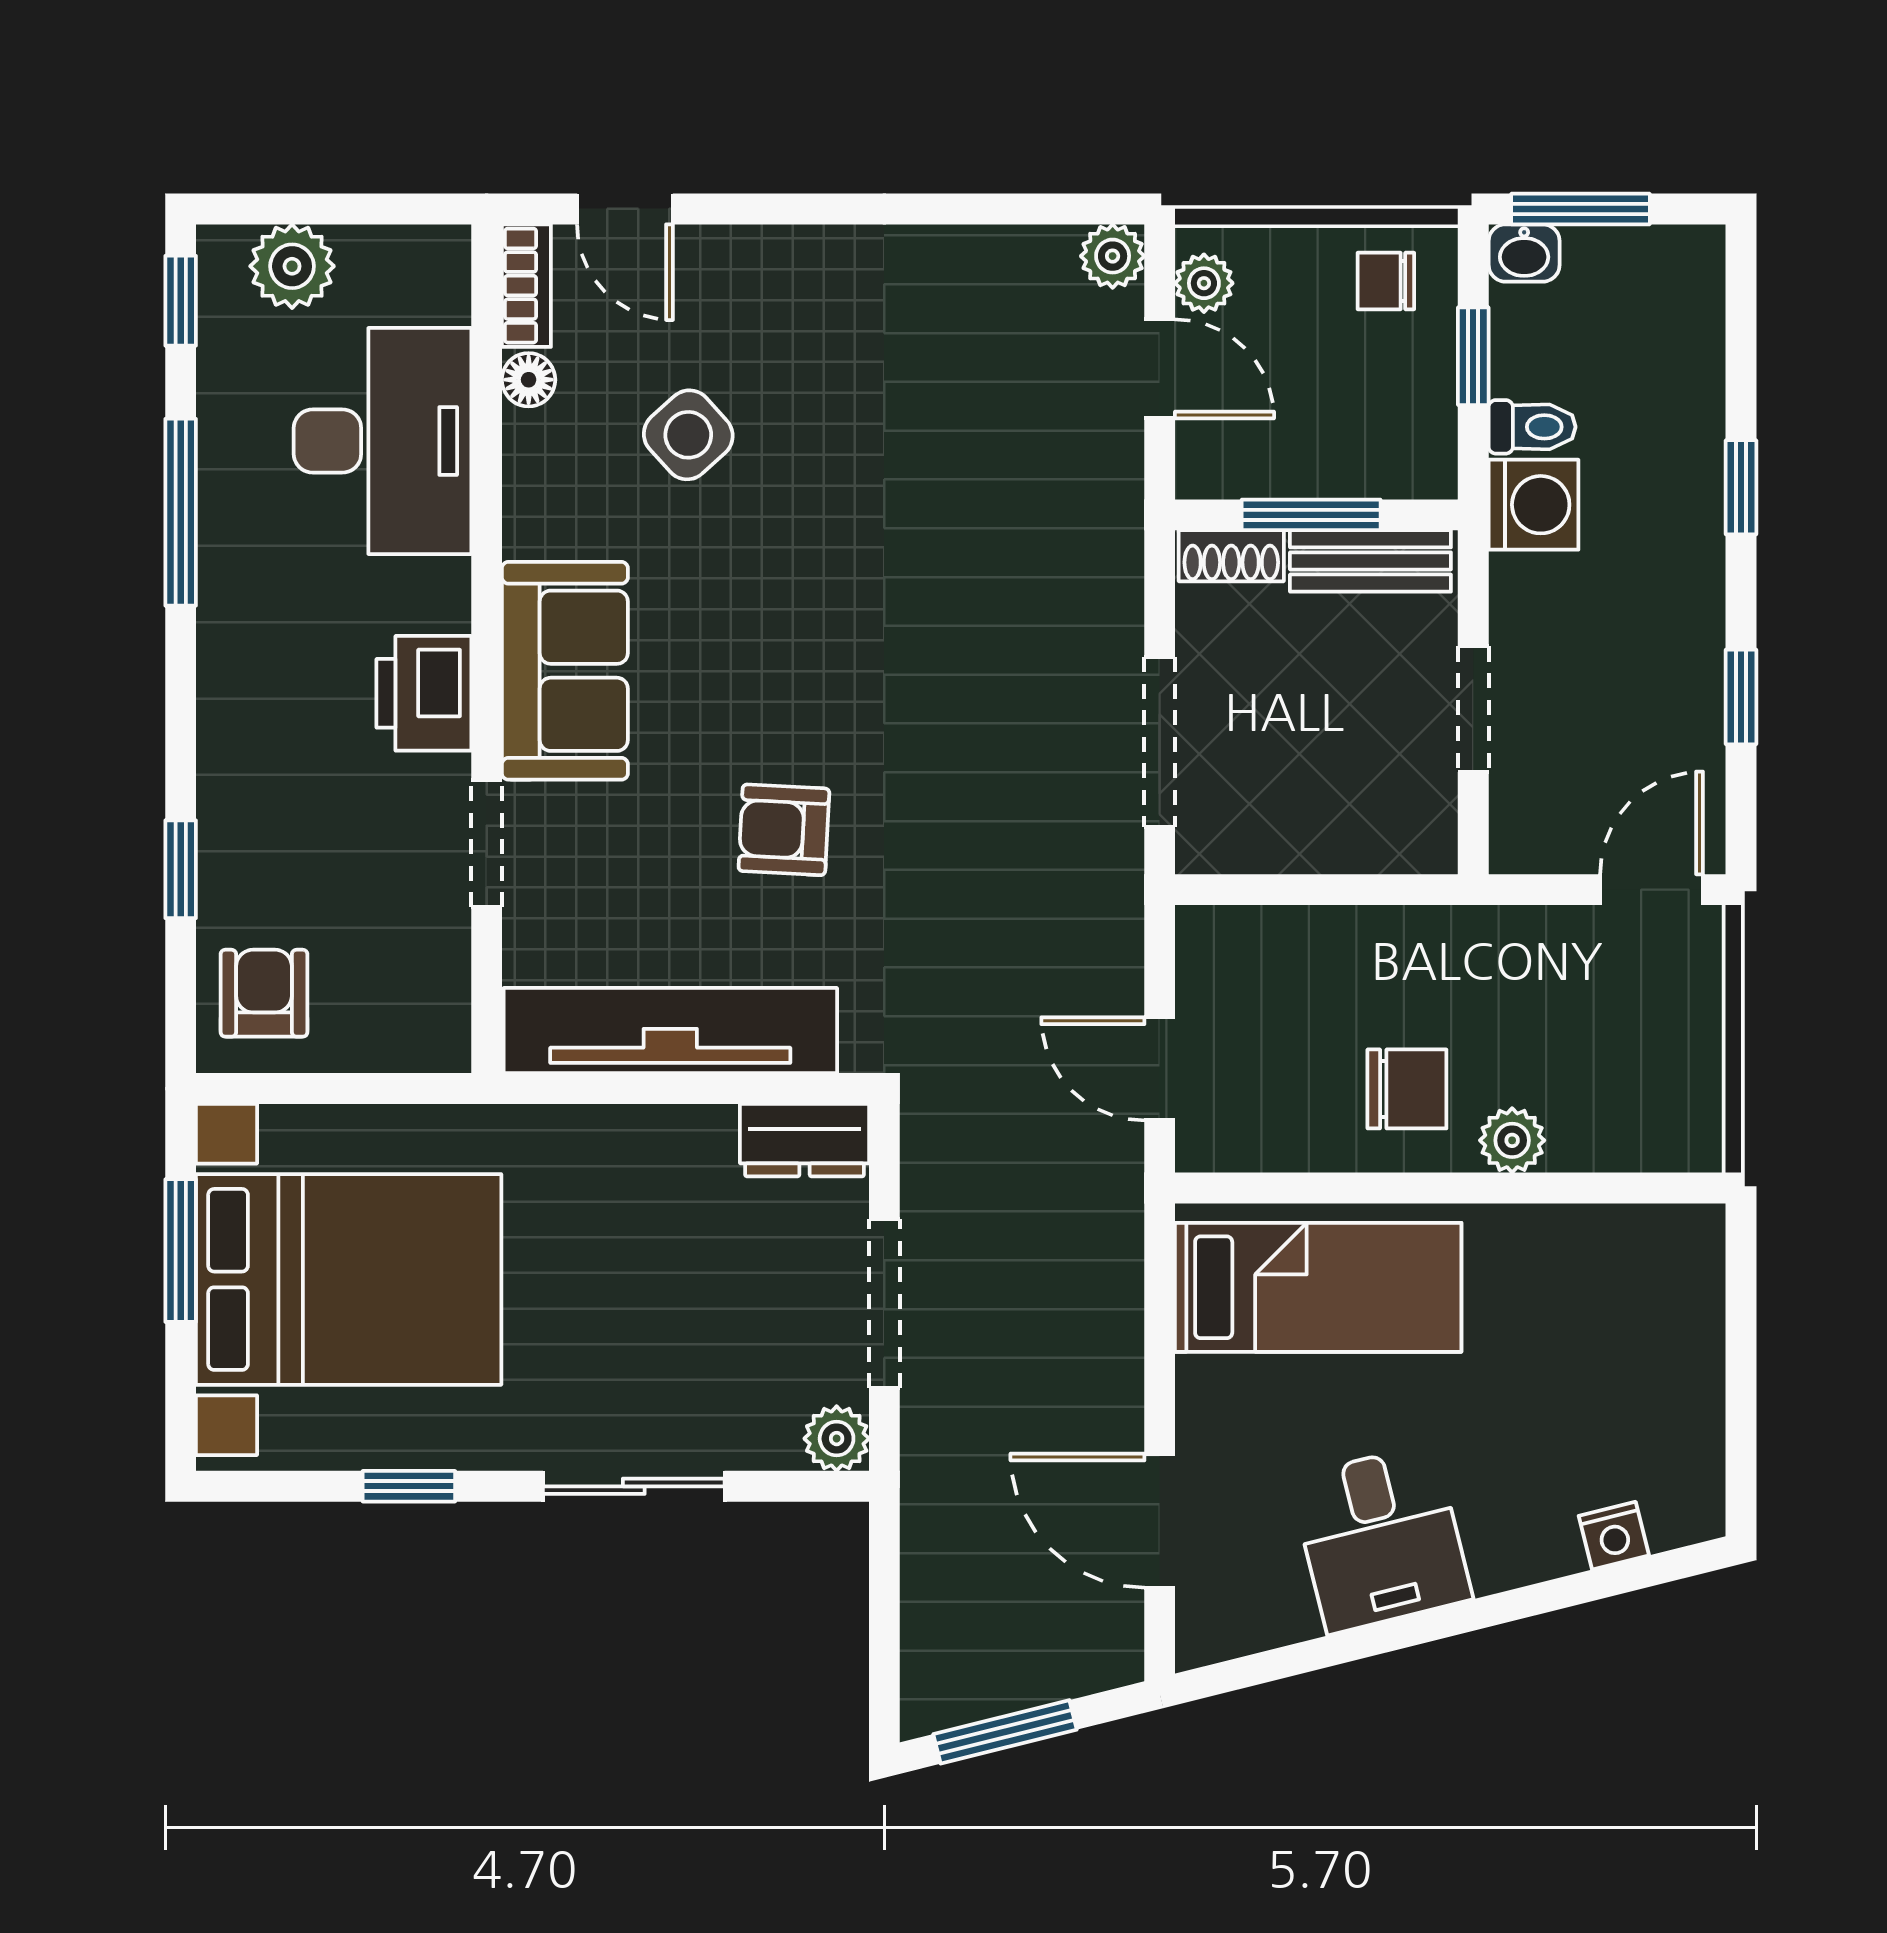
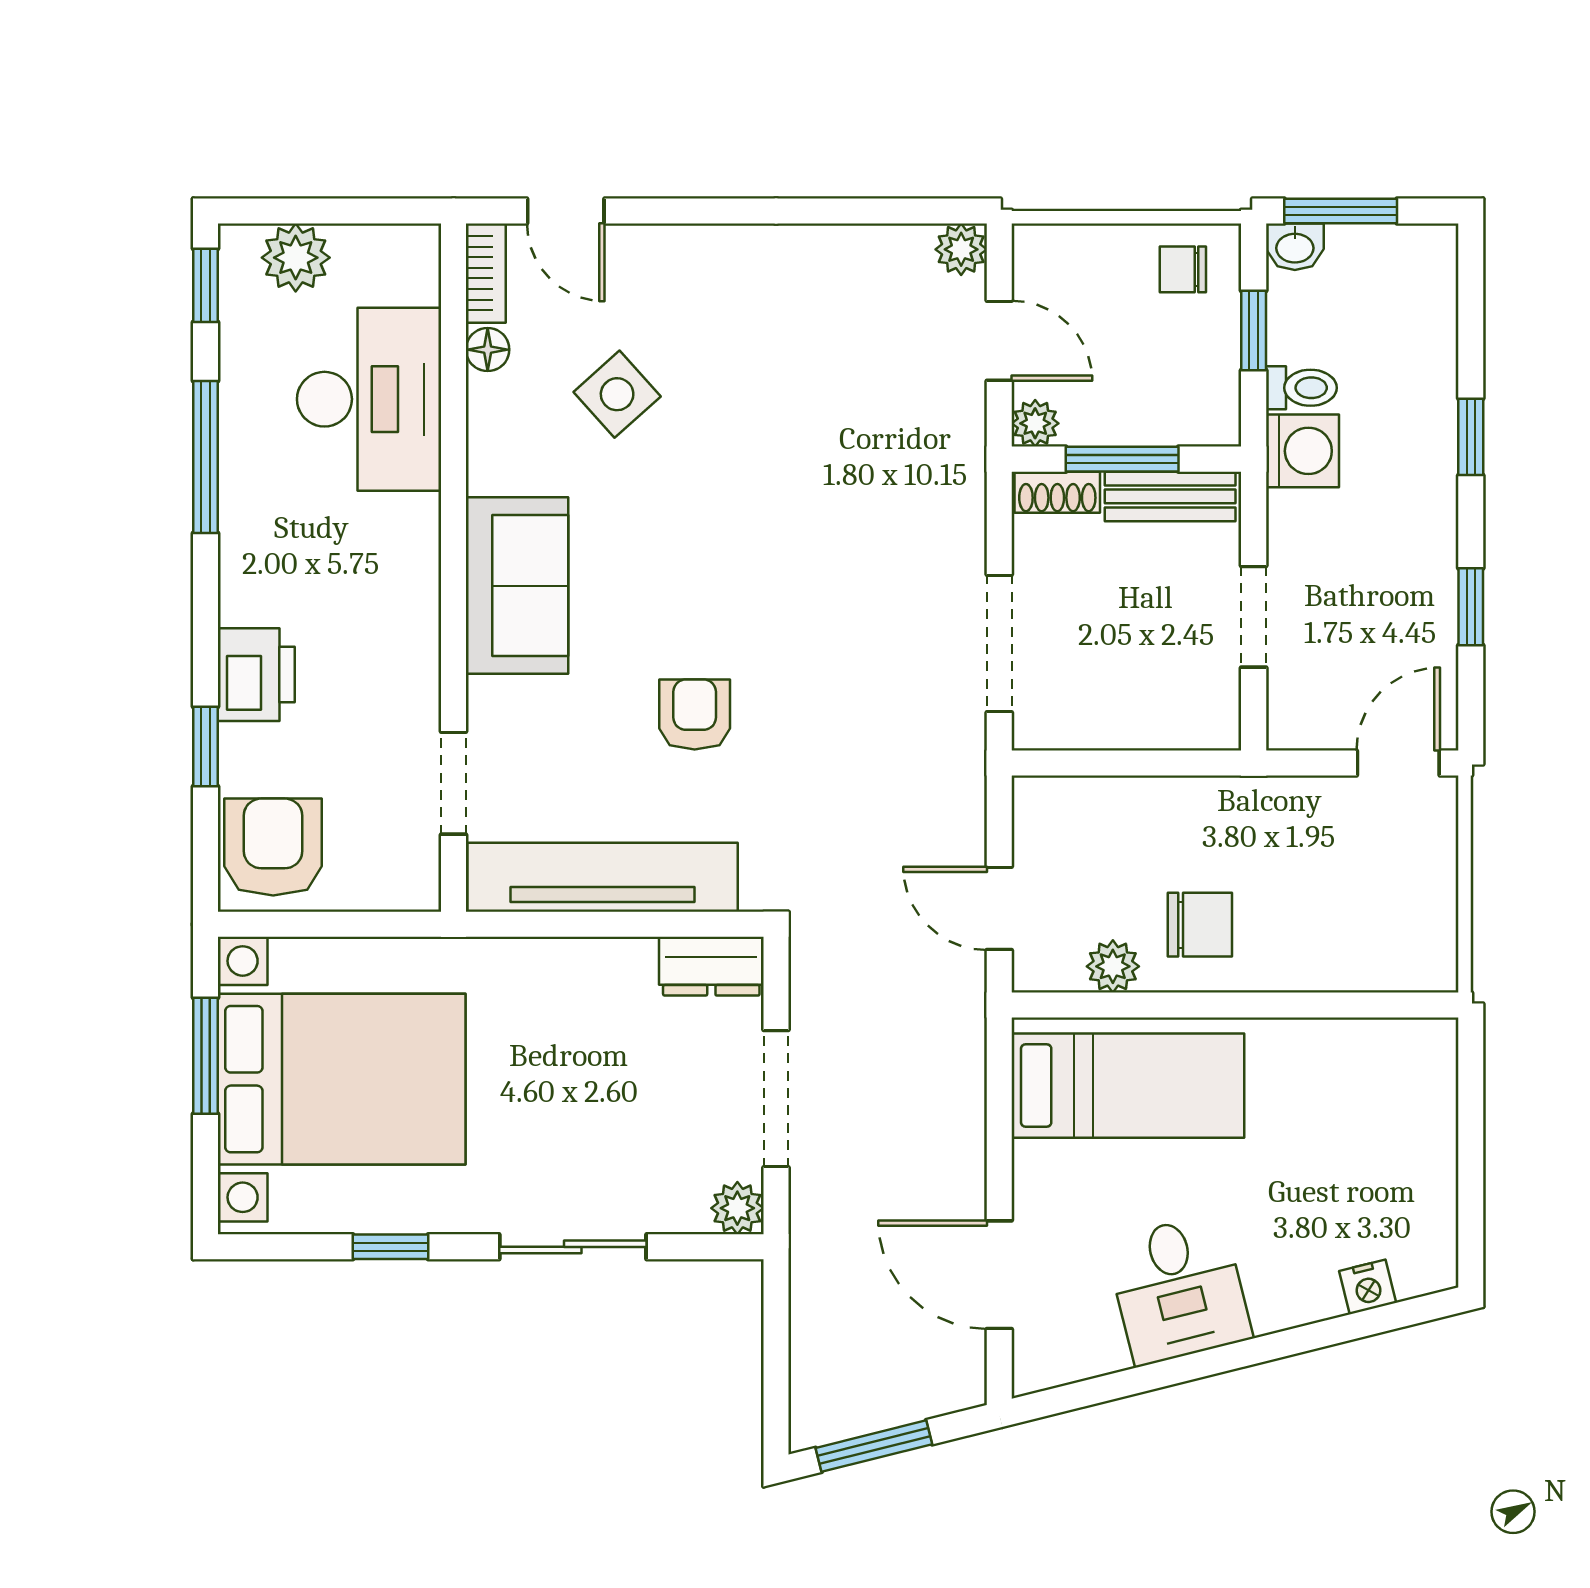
plant: (1204, 283) -> (1035, 423), moved
printer: (424, 693) -> (256, 675), moved, turned 180
armchair: (784, 830) -> (695, 714), turned 87
doorway: (487, 844) -> (454, 783), moved
armchair: (264, 993) -> (273, 847), width x1.38, depth x1.38
plant: (1512, 1140) -> (1113, 966), moved

